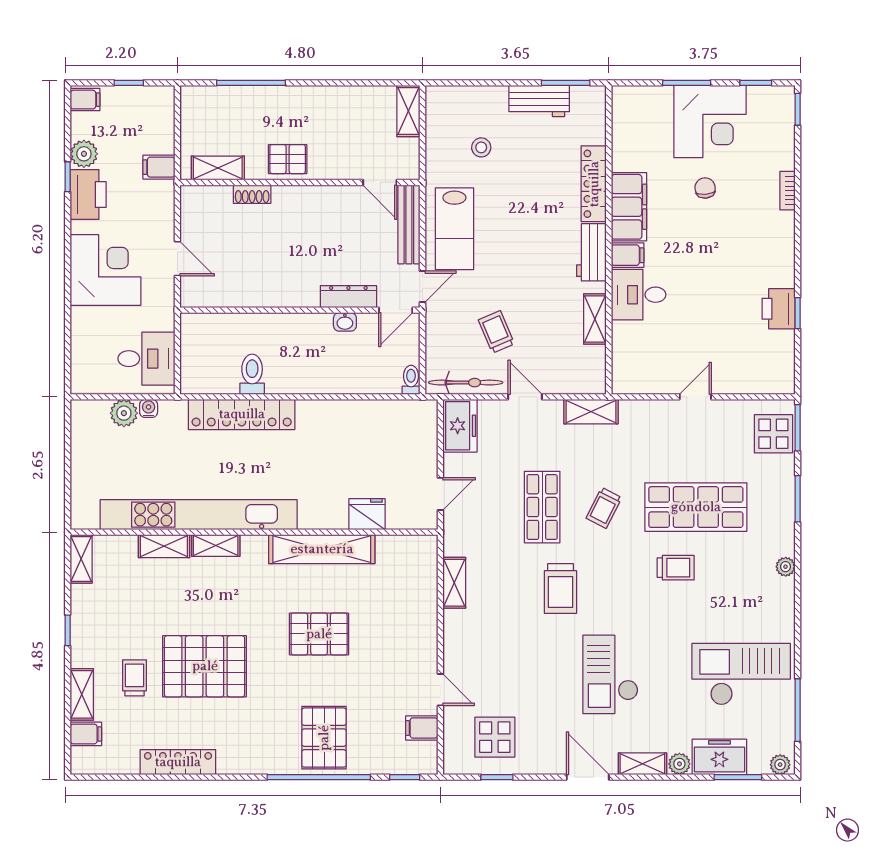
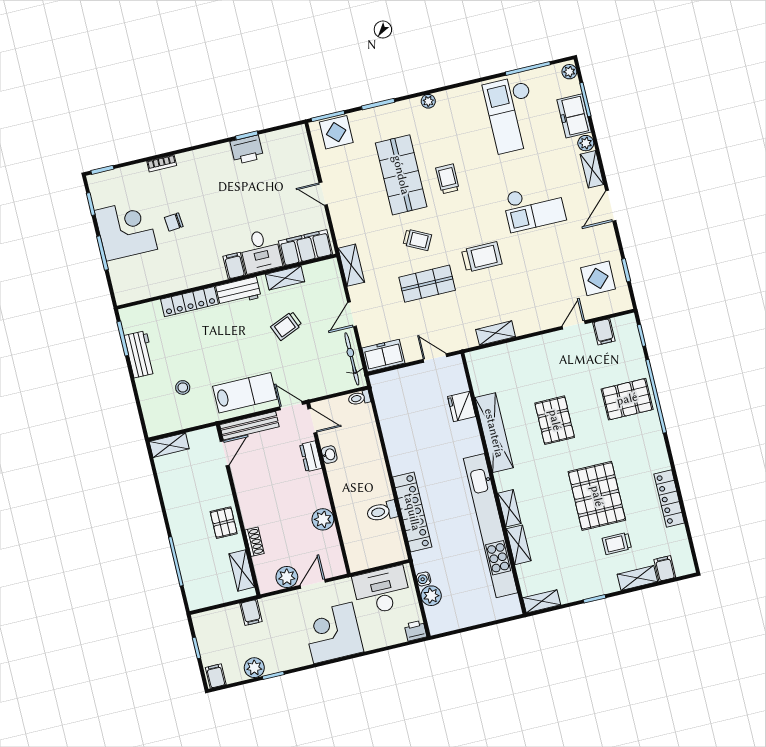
printer: (88, 194) -> (415, 631), moved, width x0.53, depth x0.68
filing cabinet: (629, 207) -> (306, 248), moved
plant: (195, 226) -> (287, 577), added
plant: (260, 293) -> (323, 519), added
dresser: (348, 297) -> (311, 456), width x0.70
trolley: (496, 332) -> (286, 326), moved
desk: (146, 359) -> (382, 591), width x1.37

